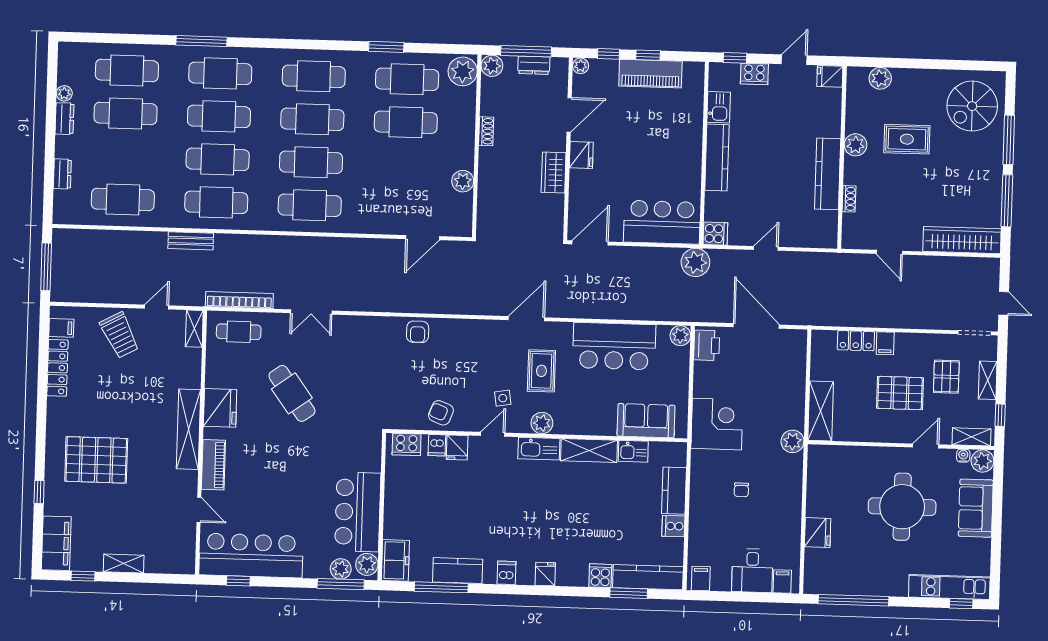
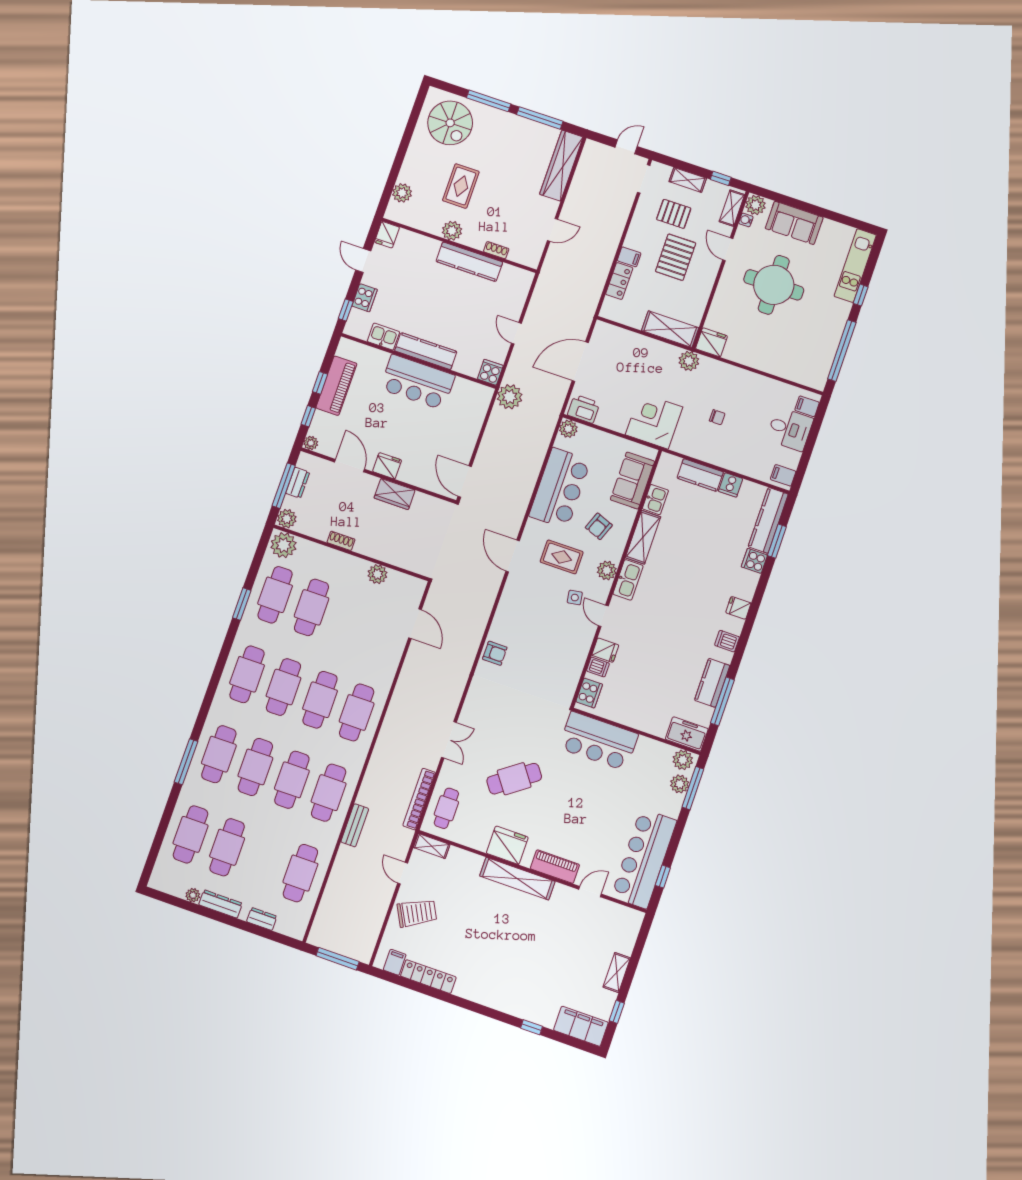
dresser: (65, 119) -> (220, 904), width x1.44
bar counter: (662, 222) -> (417, 382), moved, turned -90
armchair: (441, 413) -> (599, 526), moved
pallet: (96, 460) -> (519, 968), removed
bar counter: (358, 512) -> (598, 741), moved
fridge: (818, 533) -> (712, 342), moved
window: (961, 604) -> (861, 295), moved

